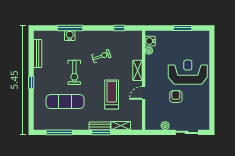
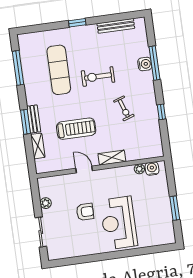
window: (119, 28) -> (161, 112), moved
reception desk: (188, 72) -> (119, 223), turned 180

